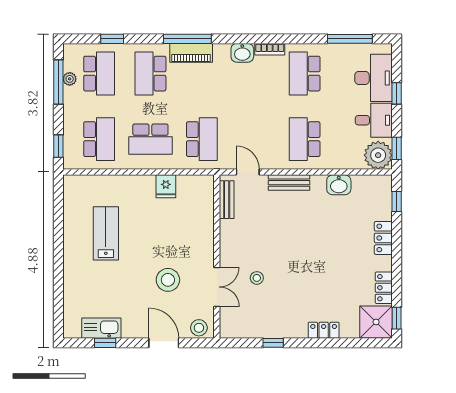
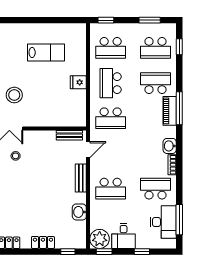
window: (112, 39) -> (179, 47), moved
desk: (374, 78) -> (163, 222), moved, turned -90
plant: (70, 79) -> (152, 28), removed
window: (58, 82) -> (150, 20), width x0.69
school desk: (305, 139) -> (111, 189), turned 180
fridge: (166, 186) -> (78, 82), moved

